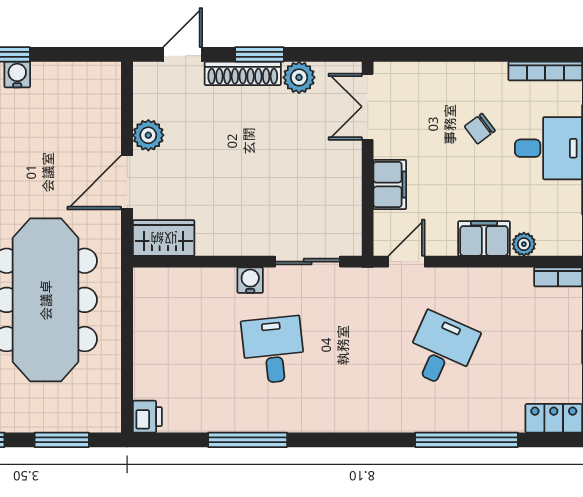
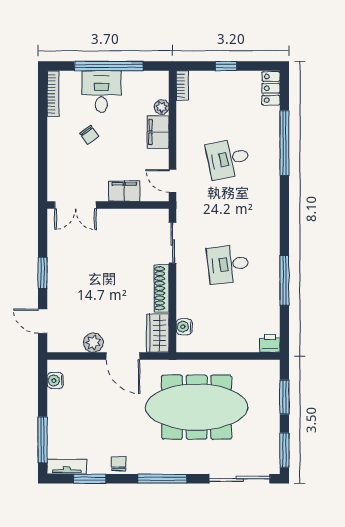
shoe rack: (243, 73) -> (162, 288), moved, turned 180
water cooler: (17, 74) -> (55, 380), moved
plant: (299, 77) -> (57, 248), removed
water cooler: (250, 280) -> (184, 327), moved
desk: (442, 350) -> (228, 159), turned -36

